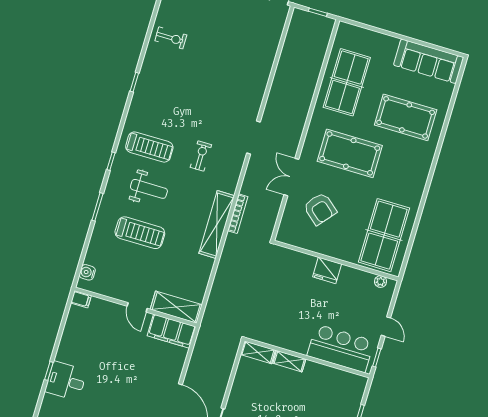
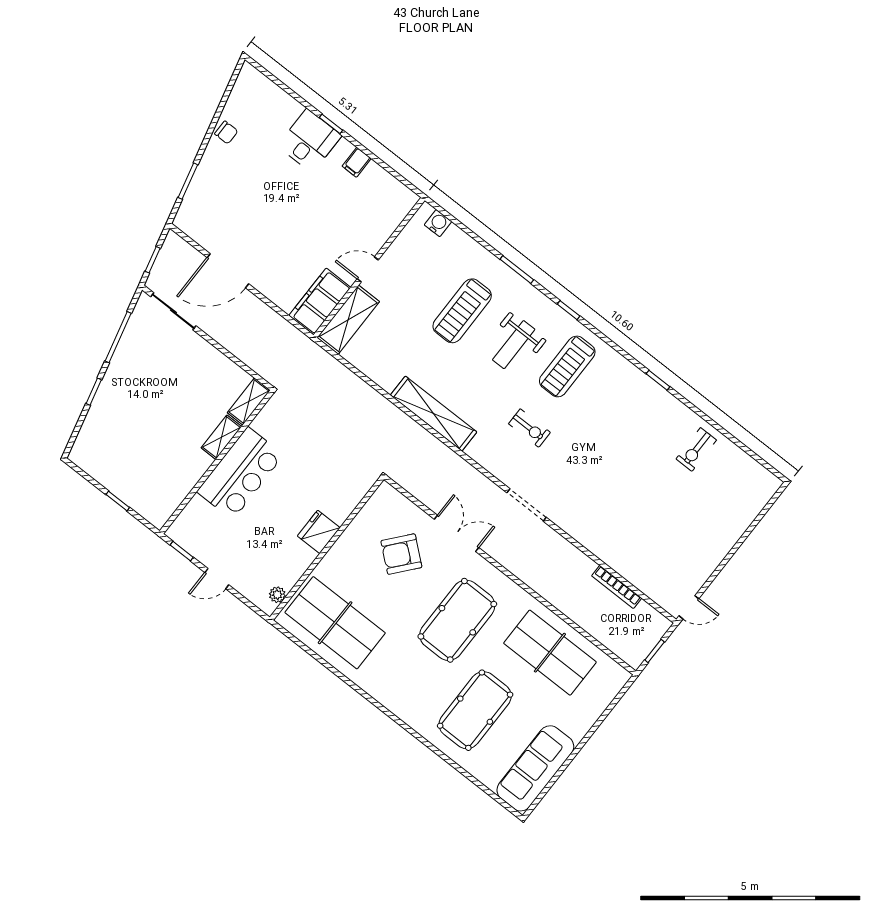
bookcase: (238, 214) -> (617, 587), moved
filing cabinet: (81, 299) -> (357, 162), moved
bar counter: (340, 348) -> (240, 473), moved

